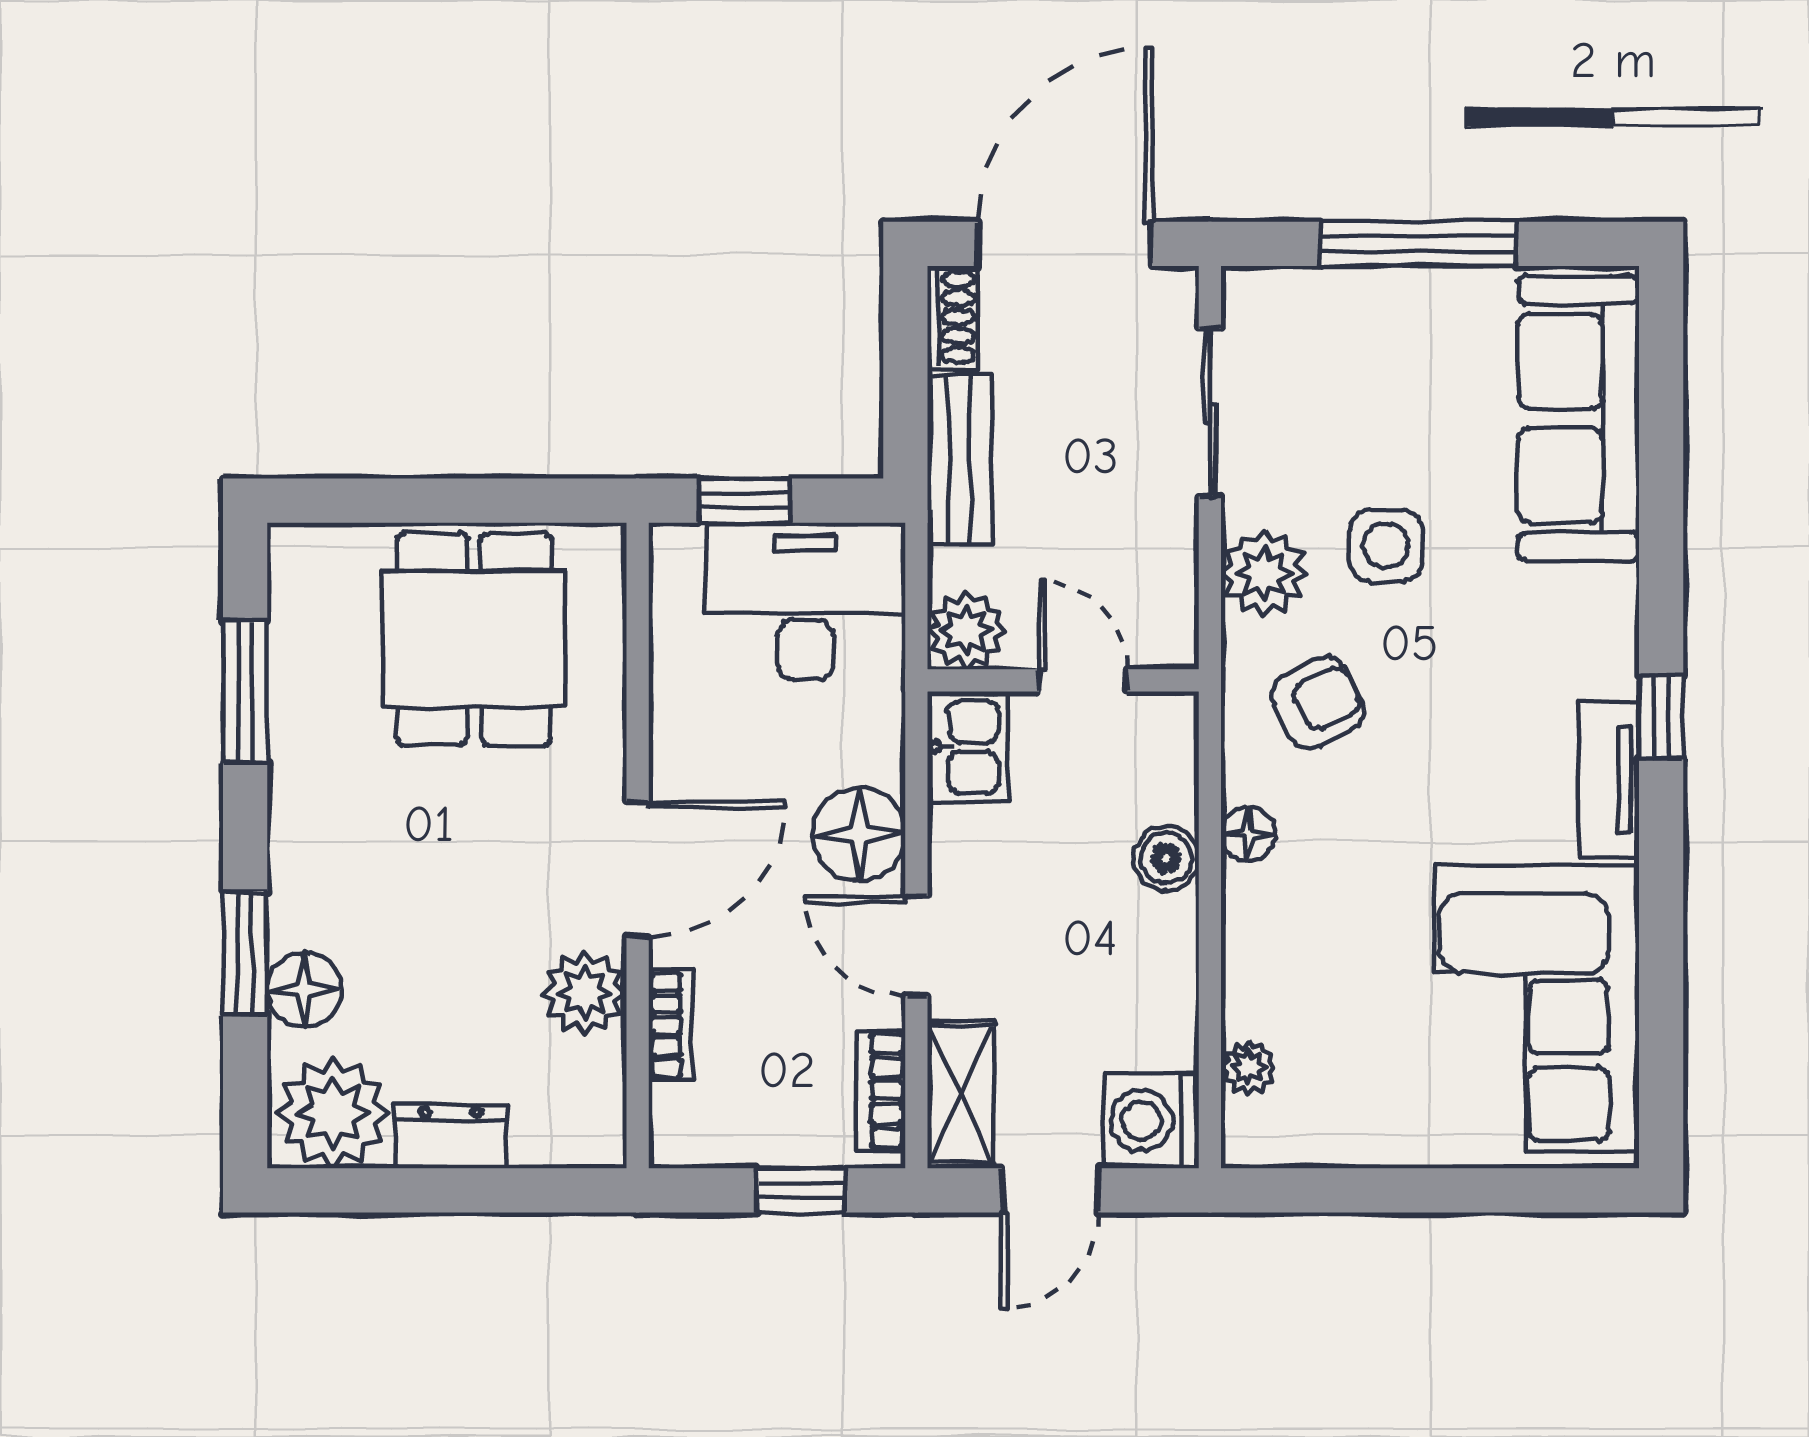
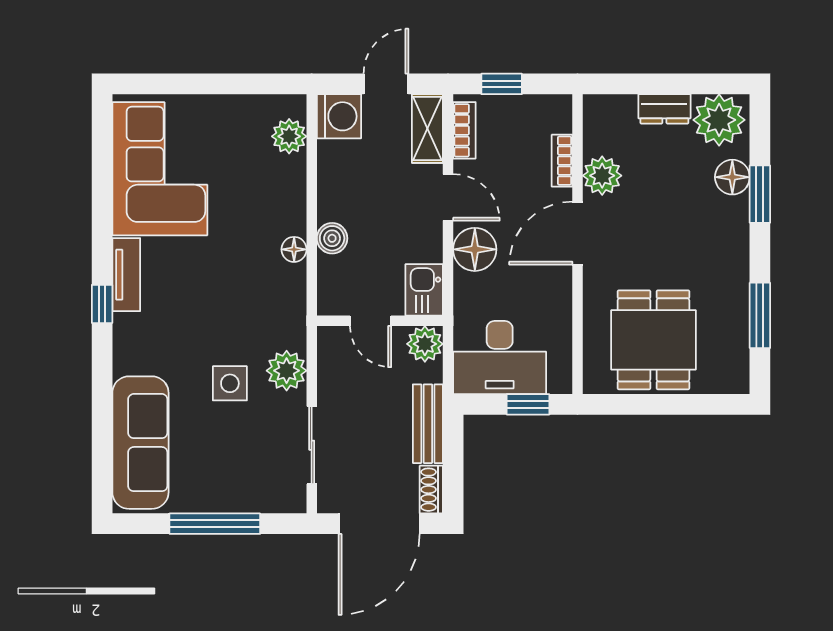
armchair: (1318, 703) -> (262, 310), removed
plant: (1248, 1067) -> (289, 136), width x1.38, depth x1.38

